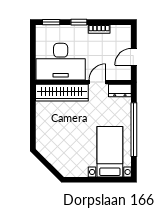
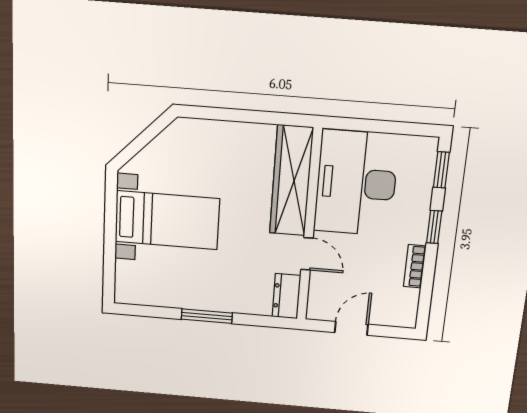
door: (134, 57) -> (351, 328), hinge flipped
window: (134, 130) -> (207, 316), width x0.47
bed with nightstands: (110, 152) -> (167, 220), moved

